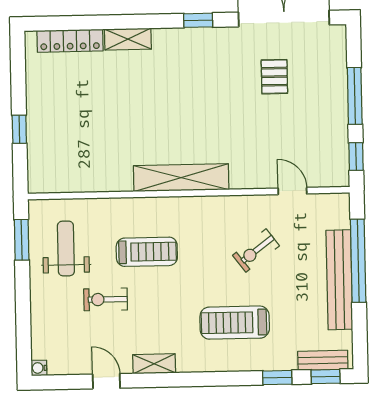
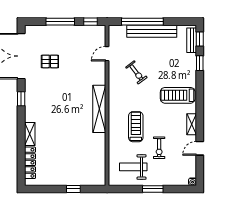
window: (22, 240) -> (153, 189), moved
treadmill: (235, 323) -> (178, 95), moved, turned 90

